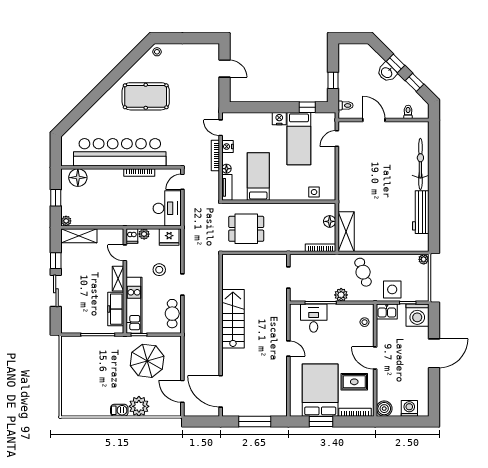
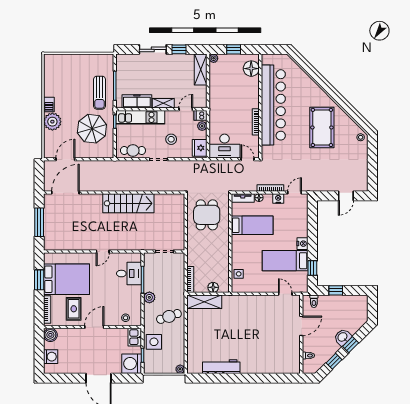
bicycle: (420, 164) -> (263, 366), removed
sun lounger: (106, 352) -> (100, 93), added

